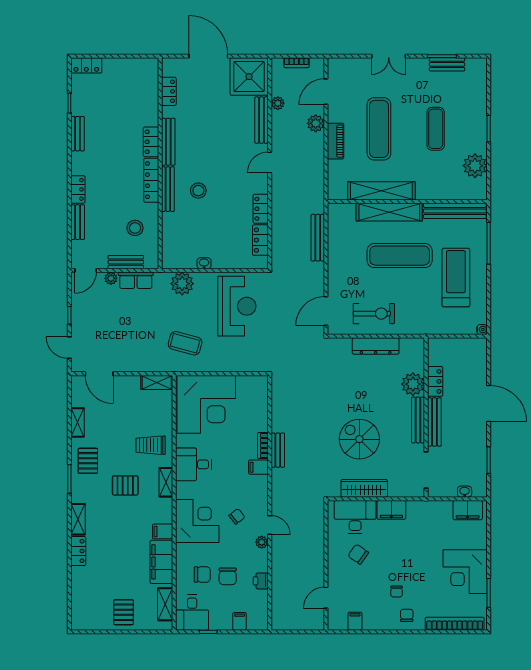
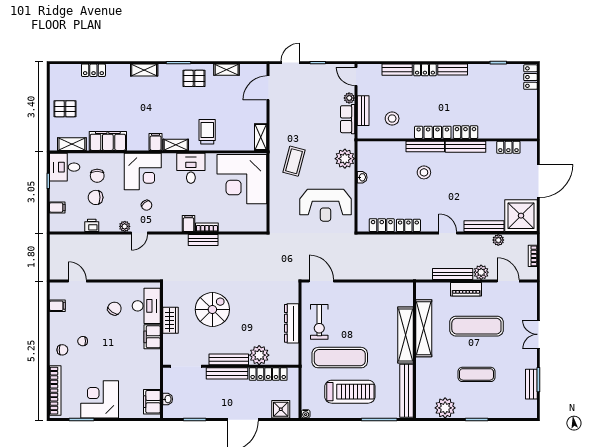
bench: (78, 134) -> (453, 70), moved
bench: (318, 238) -> (453, 274), moved
exercise mat: (400, 256) -> (340, 358), moved, turned 90
shower: (477, 359) -> (281, 409), added
locker: (435, 381) -> (268, 374), width x1.53
pallet: (125, 485) -> (173, 110), removed
wardrobe: (364, 488) -> (170, 320), width x0.67
filing cabinet: (163, 531) -> (156, 142), moved
locker: (78, 551) -> (93, 70), moved

